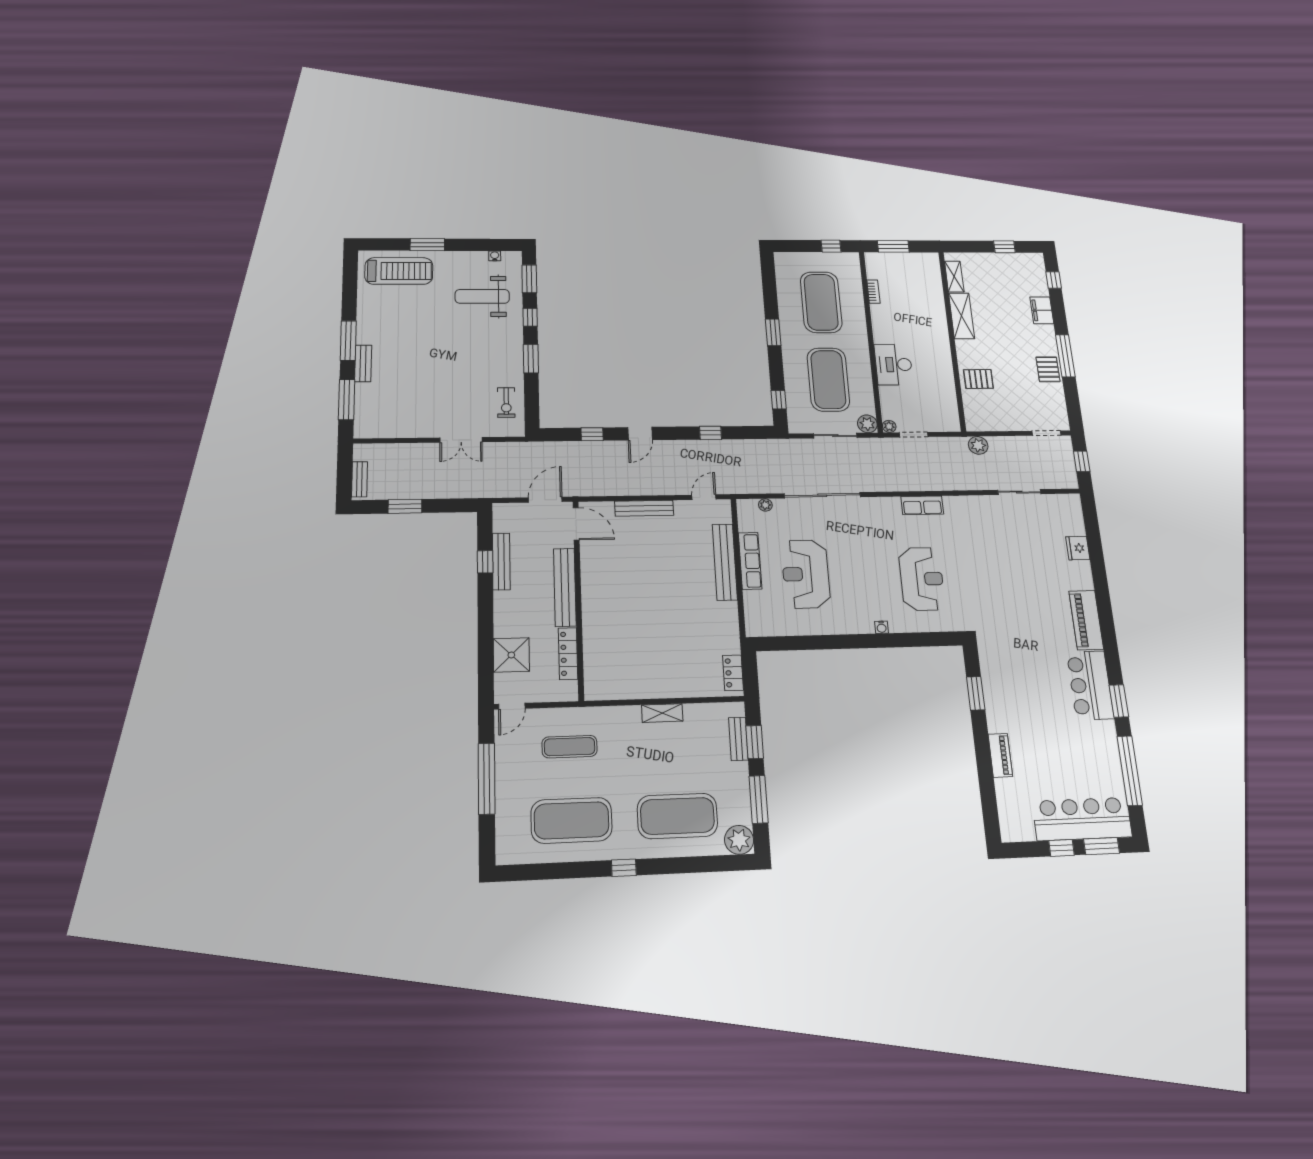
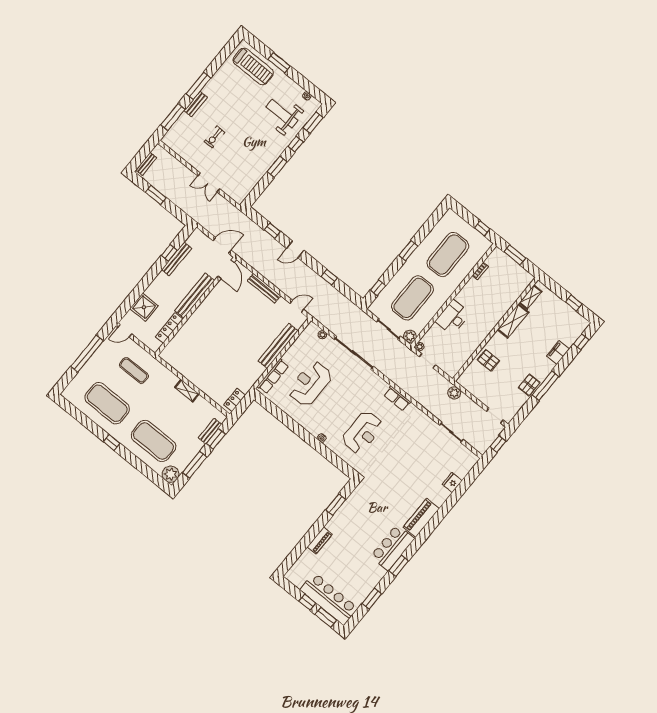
exercise bike: (506, 402) -> (215, 137), moved
row of seats: (750, 561) -> (273, 376), moved
window: (1130, 771) -> (372, 599), width x0.47

